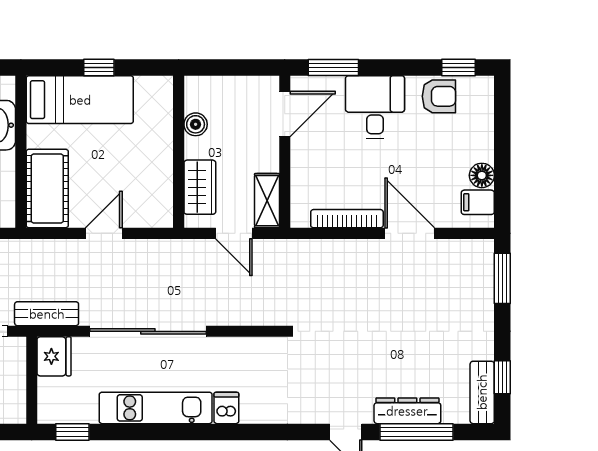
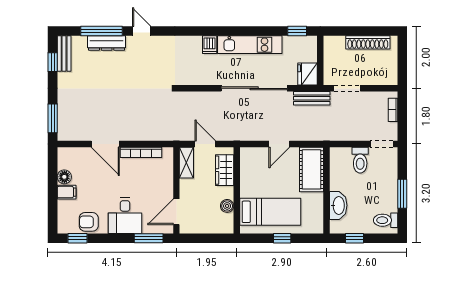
bed: (80, 100) -> (270, 212), moved, turned 180
filing cabinet: (478, 202) -> (67, 192), moved

